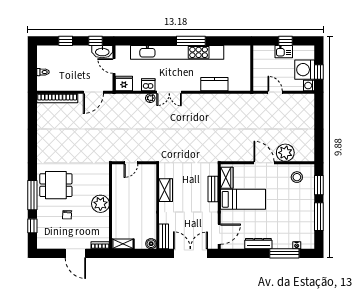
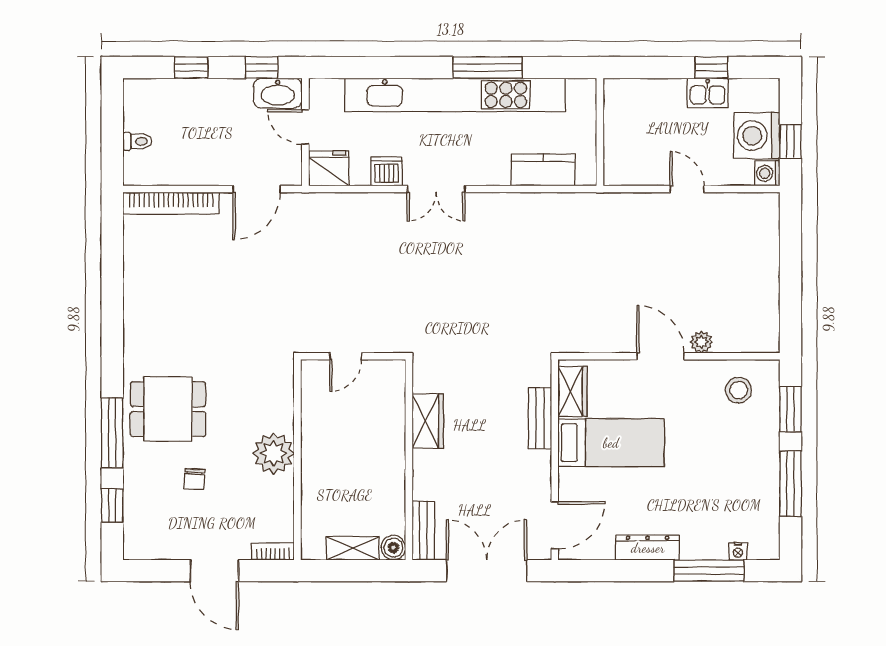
wall: (252, 68) -> (600, 132), moved
plant: (150, 98) -> (391, 203), removed
plant: (285, 153) -> (701, 342), width x0.53, depth x0.53
shelving: (123, 244) -> (353, 548), moved

